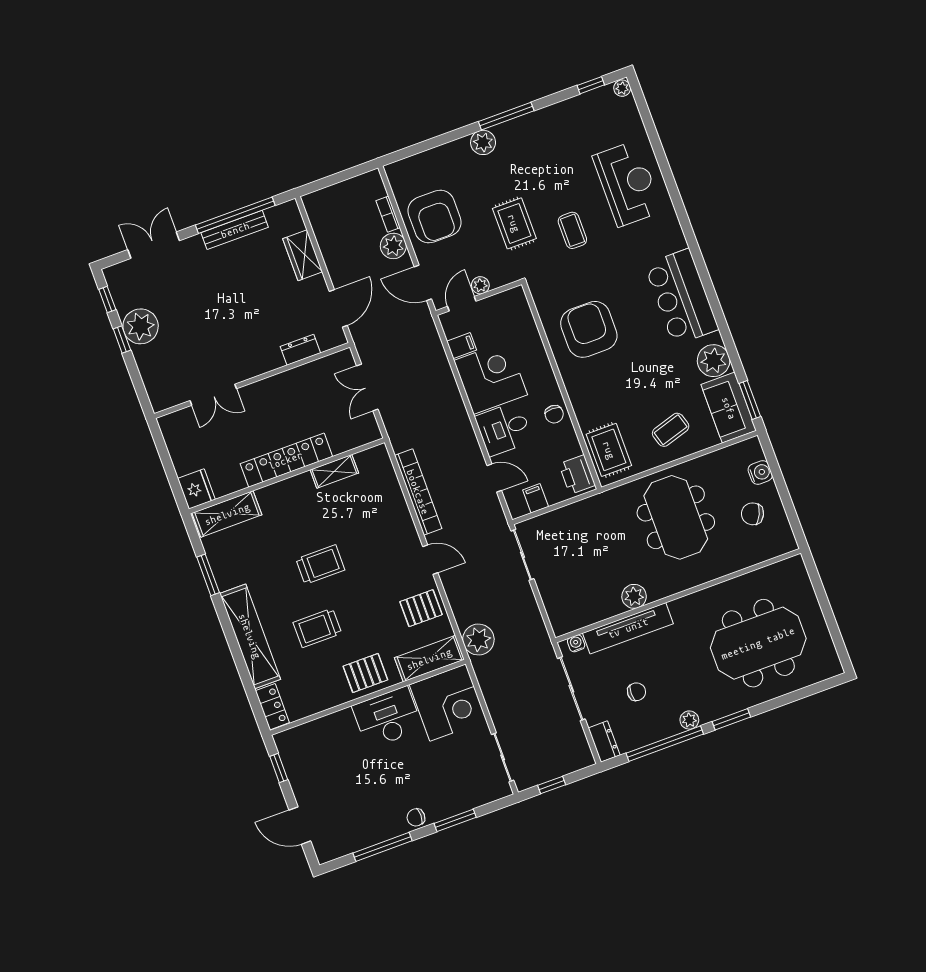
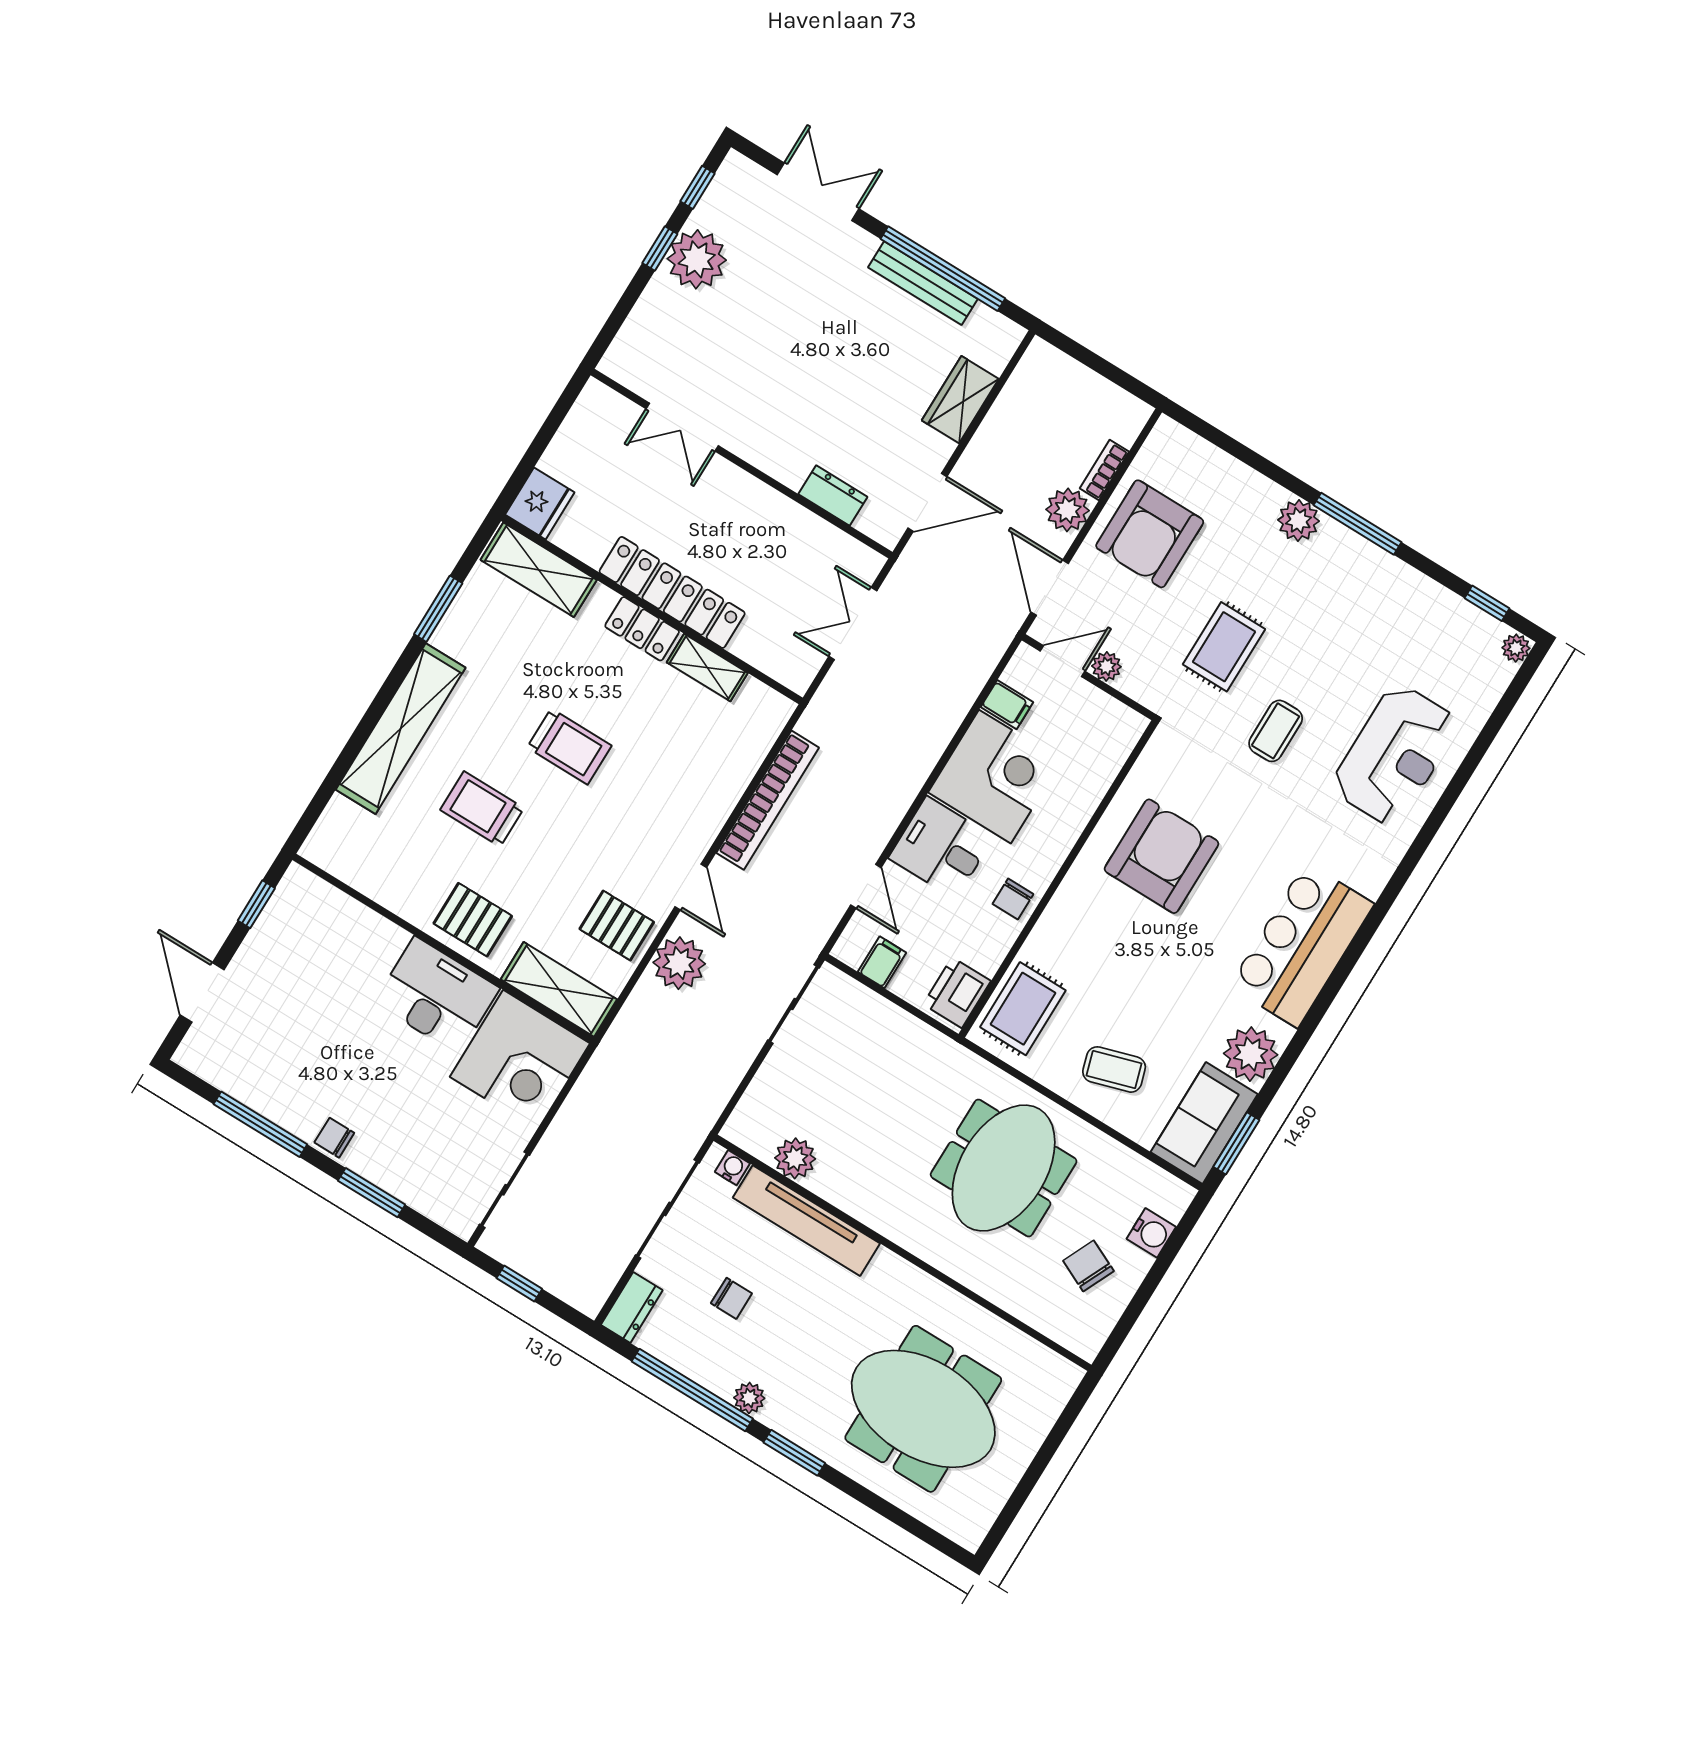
plant: (634, 596) -> (795, 1158), moved
plant: (478, 640) -> (679, 963), moved
locker: (272, 707) -> (642, 629), moved, turned 90

